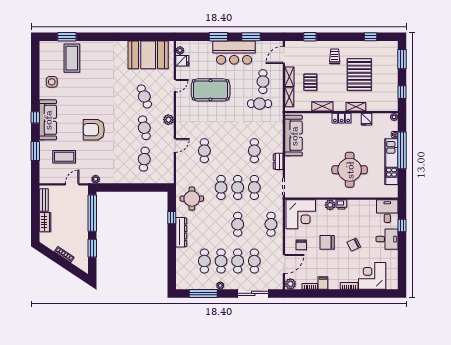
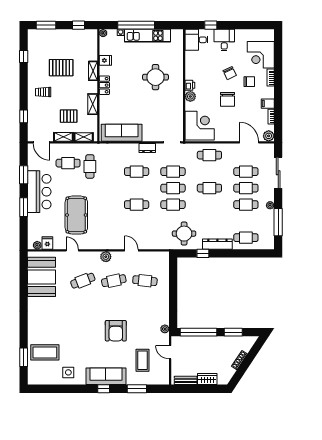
pallet: (359, 75) -> (61, 68), width x0.73, depth x0.71
cafe table: (204, 151) -> (137, 205), moved
round table: (350, 170) -> (155, 77), width x0.73, depth x0.73
chair: (301, 245) -> (249, 82), moved
cafe table: (204, 261) -> (246, 238), moved

